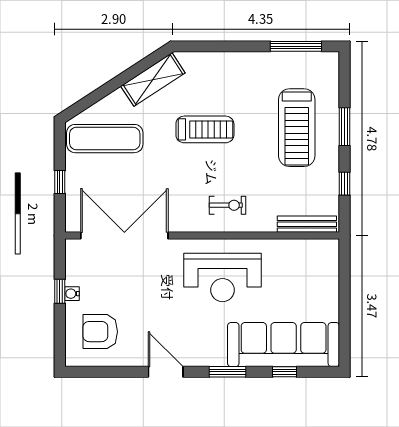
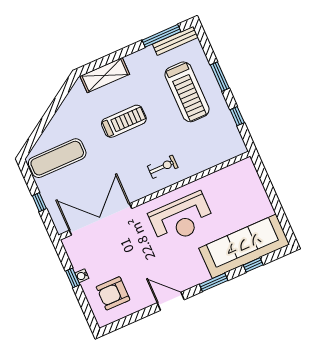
shelving: (153, 80) -> (105, 75), moved, turned 33
bench: (307, 224) -> (175, 41), moved

